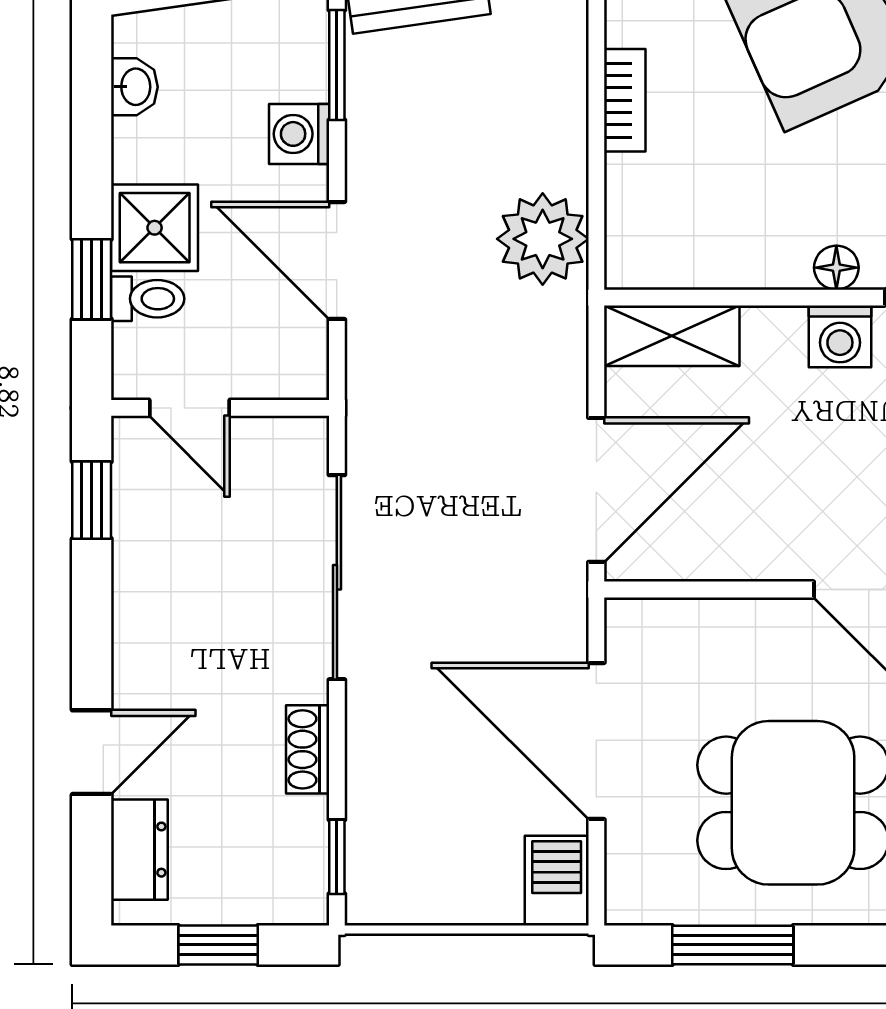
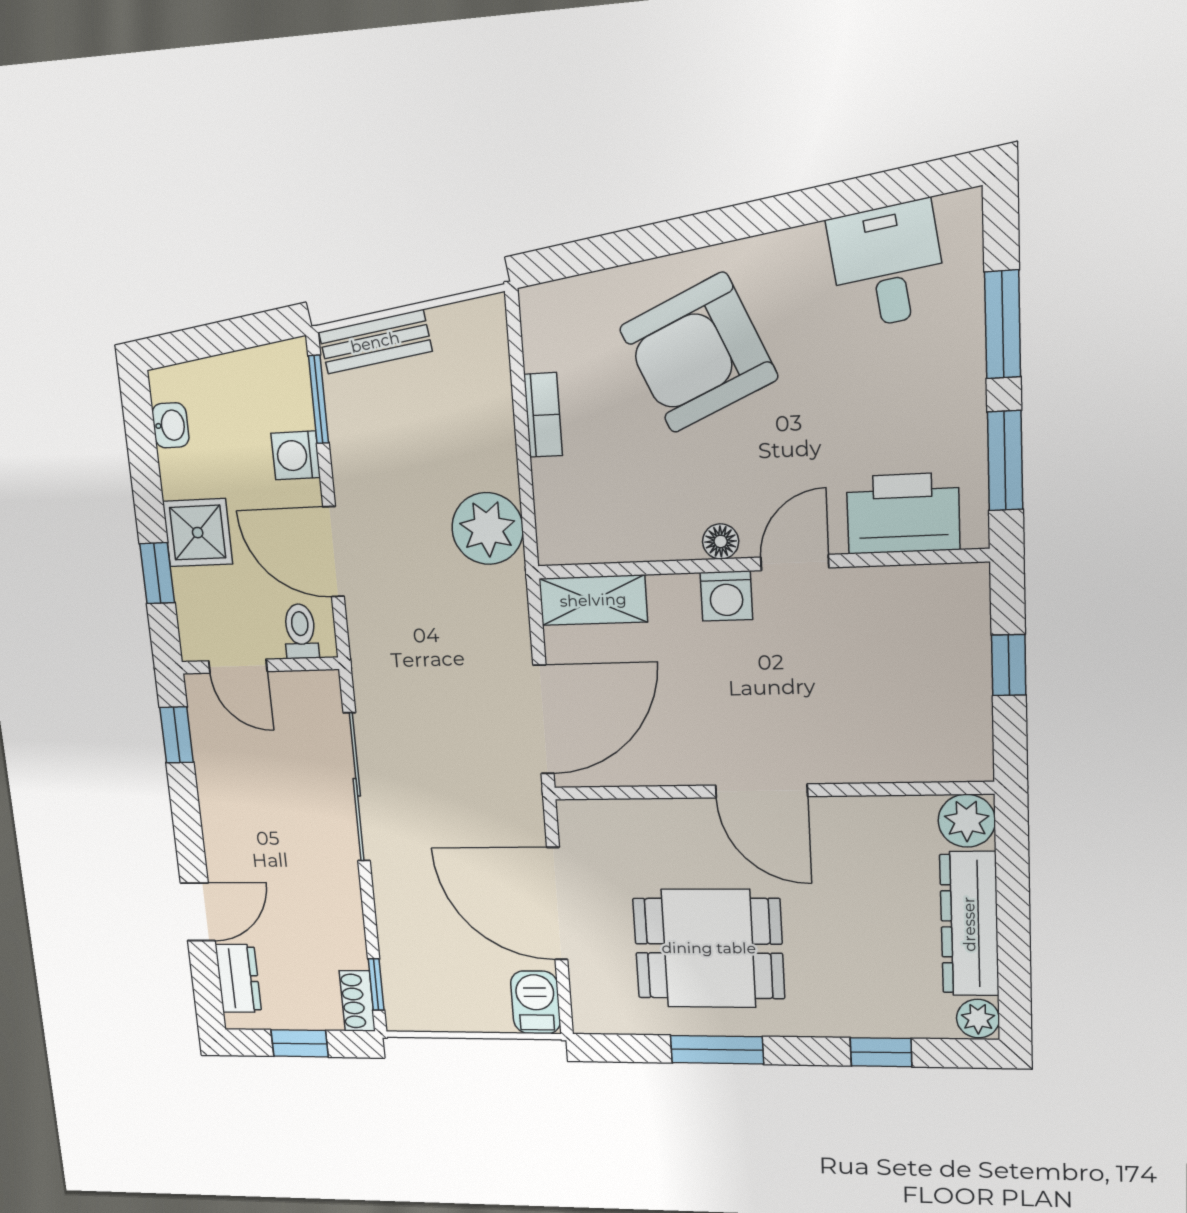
toilet: (148, 299) -> (301, 631), moved, turned -90
shoe rack: (308, 749) -> (357, 1001), moved
window: (733, 945) -> (717, 1050), moved

